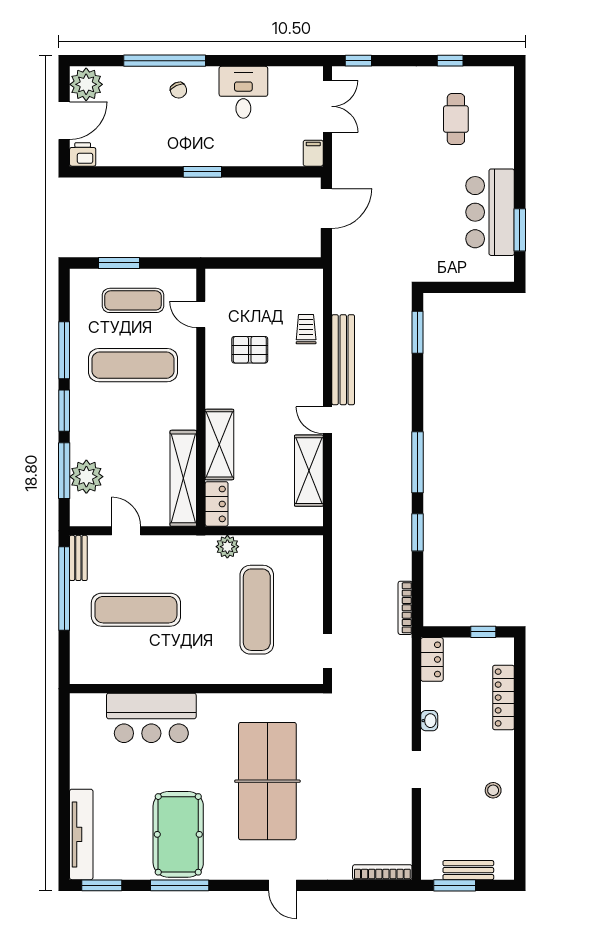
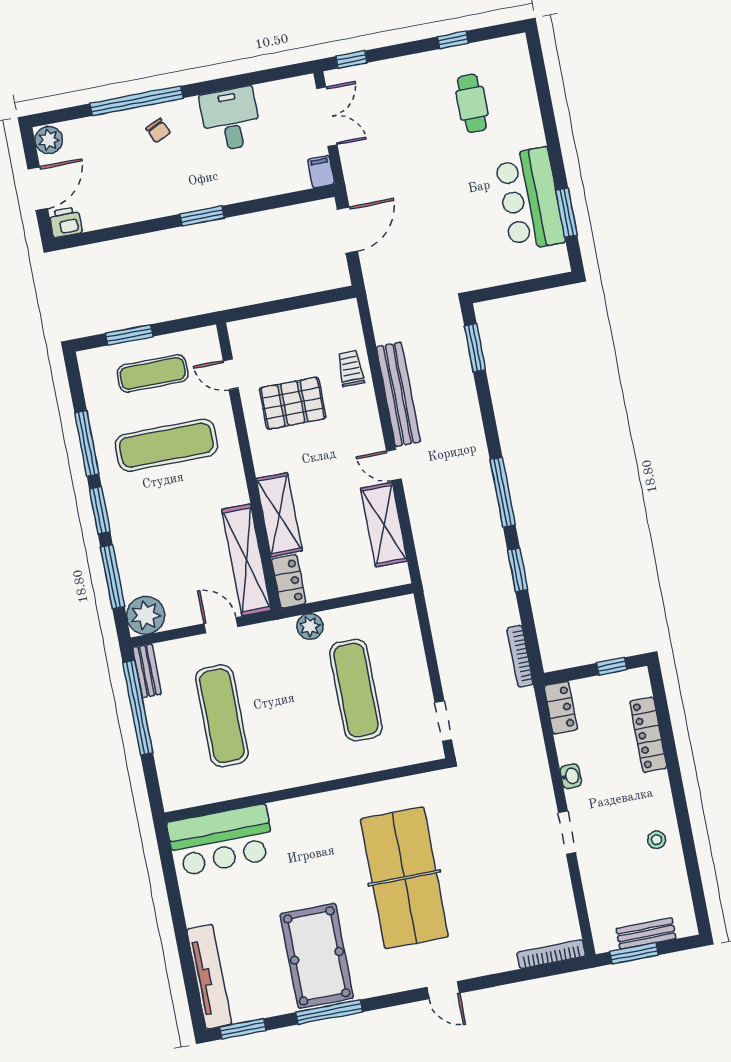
plant: (86, 84) -> (49, 140), width x0.73, depth x0.73
pallet: (250, 350) -> (293, 403), width x1.50, depth x1.42
plant: (86, 477) -> (146, 615), moved
door: (126, 531) -> (221, 625), moved
exercise mat: (136, 610) -> (222, 716), turned 90
bar counter: (151, 718) -> (221, 840), moved

